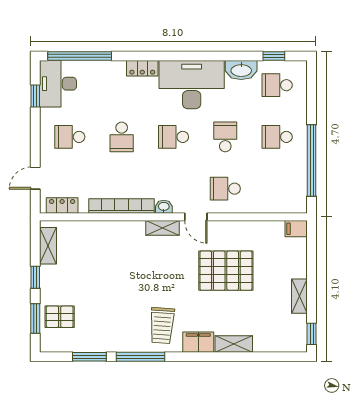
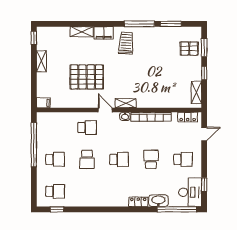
washbasin: (241, 70) -> (158, 201), moved
desk: (192, 85) -> (108, 192), removed

